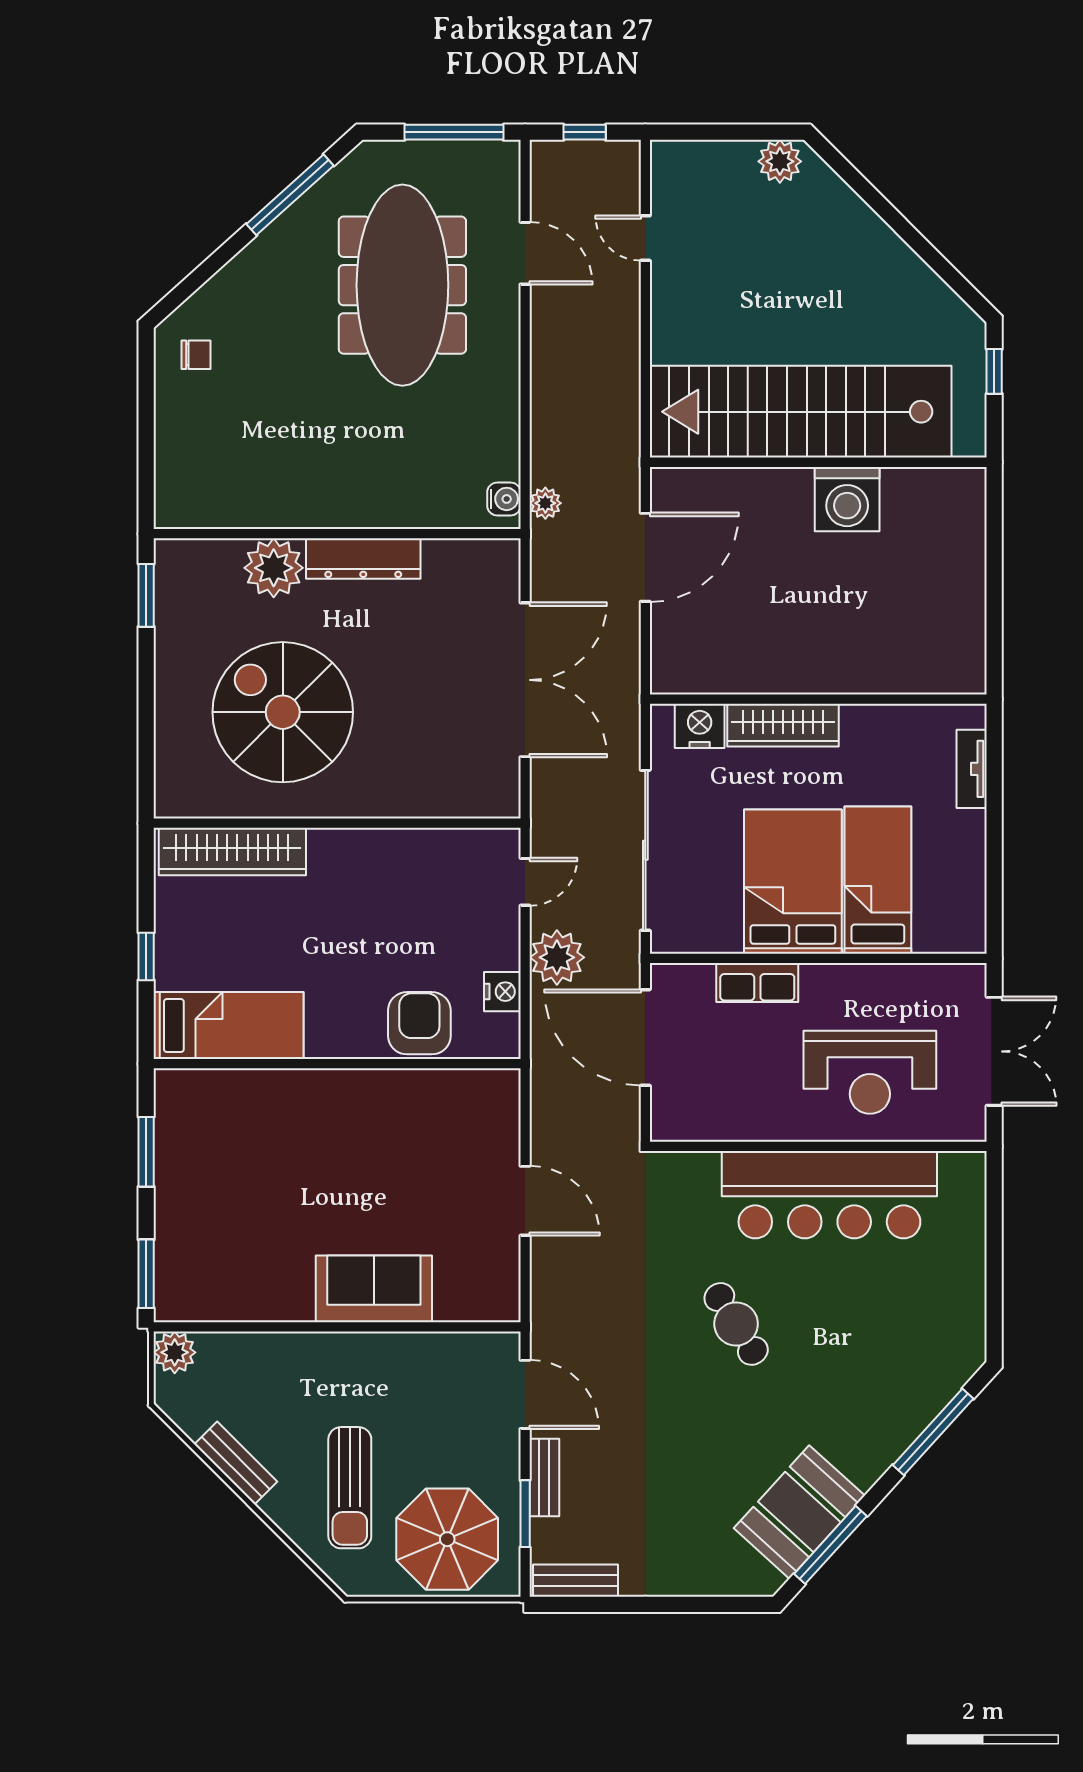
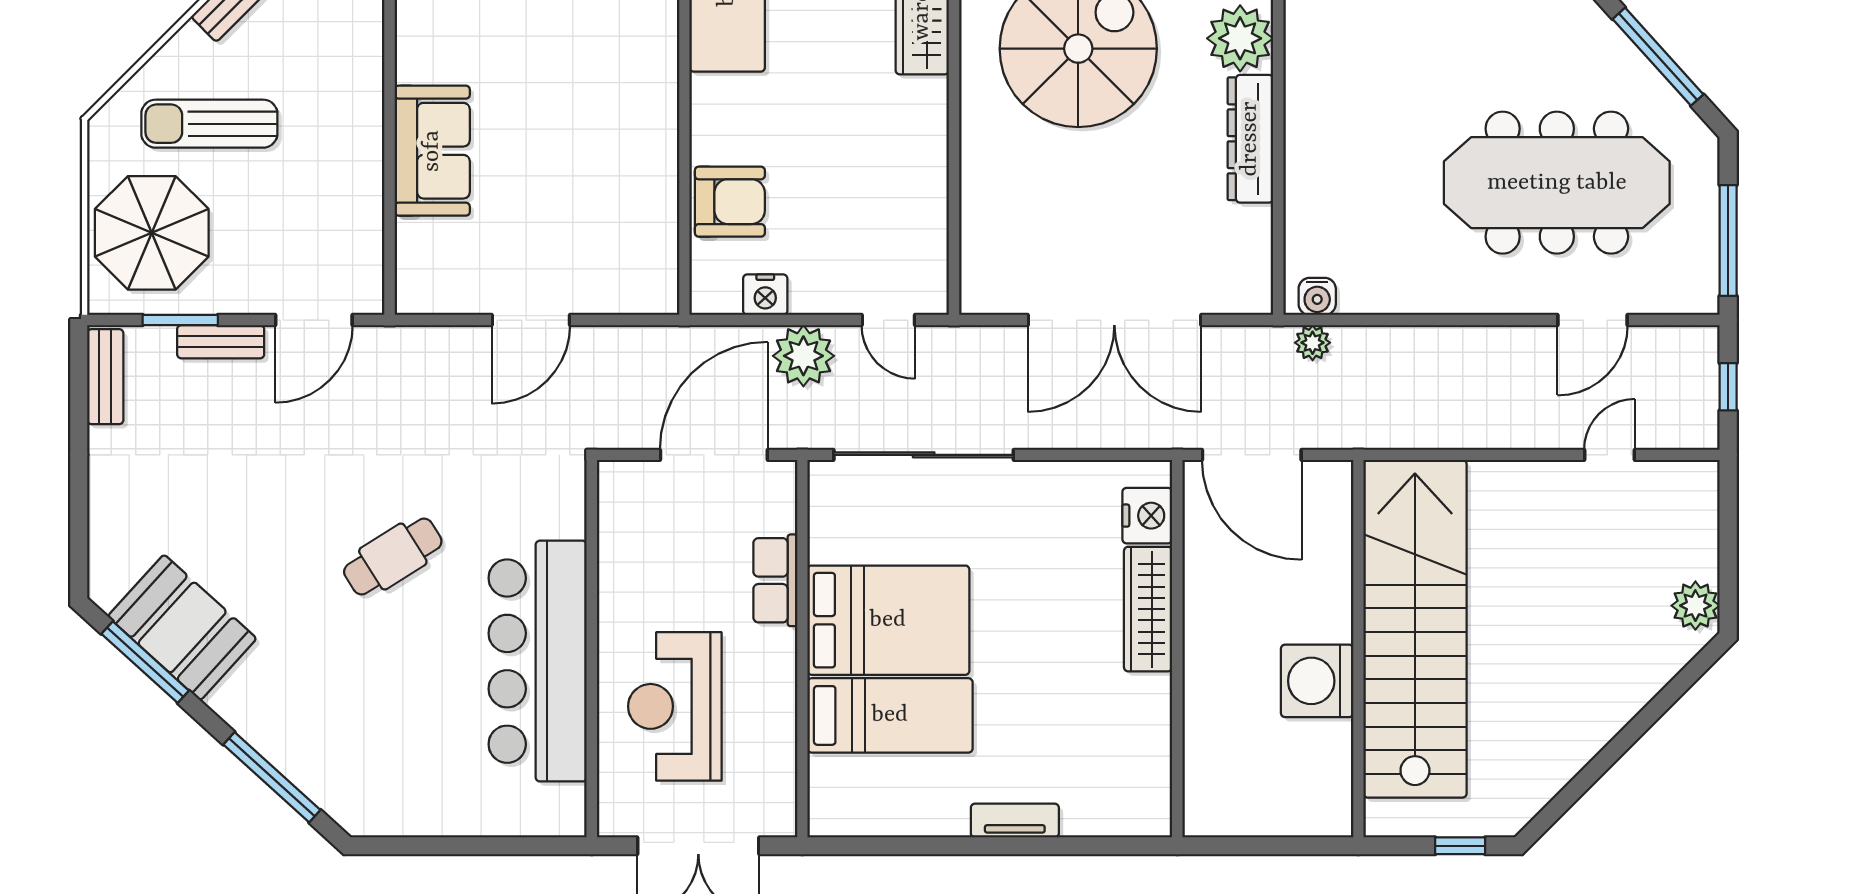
wall: (818, 699) -> (1177, 649), moved
wardrobe: (783, 725) -> (1148, 609), moved
nightstand: (700, 726) -> (1147, 516), moved

